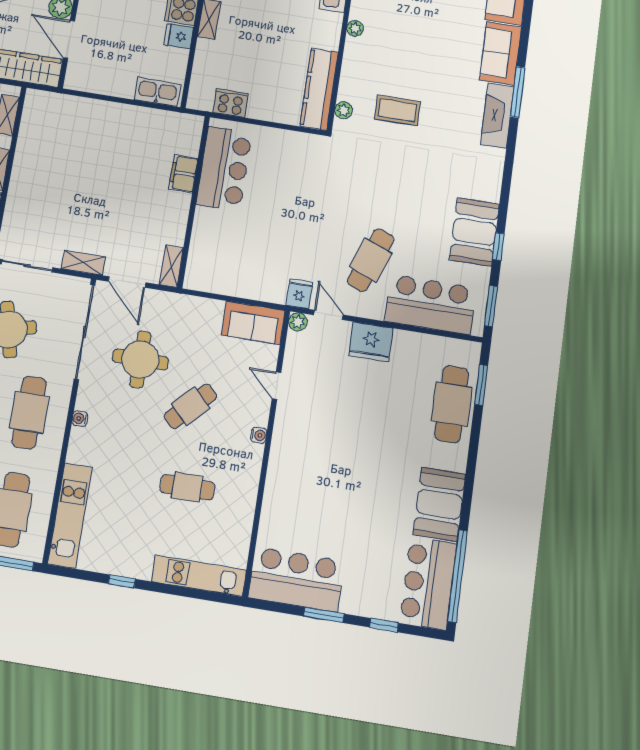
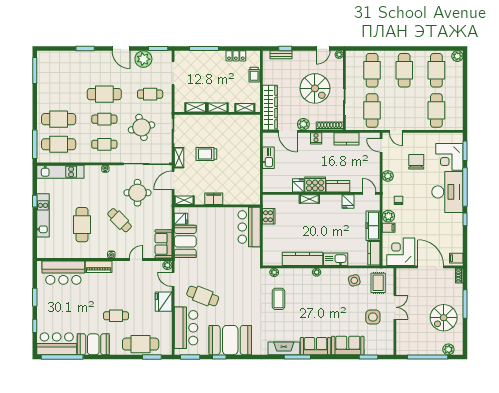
door: (69, 39) -> (288, 131), swing flipped
kitchen counter: (319, 89) -> (303, 259), moved
kitchen sink: (157, 92) -> (268, 158), moved
bar counter: (224, 169) -> (249, 227), moved, turned 90
filing cabinet: (183, 174) -> (214, 199), moved
trolley: (86, 206) -> (206, 154), added
booth: (474, 232) -> (230, 340), width x1.36, depth x1.42
booth: (255, 278) -> (185, 241), added
fridge: (299, 294) -> (181, 219), moved
door: (328, 315) -> (173, 279), swing flipped
cafe table: (29, 412) -> (104, 144), width x0.73, depth x0.74
cafe table: (386, 446) -> (116, 316), added
piano: (280, 466) -> (99, 267), added
cafe table: (187, 487) -> (82, 225), width x1.37, depth x1.35
kitchen unit: (199, 576) -> (43, 215), moved
bar counter: (296, 579) -> (63, 273), moved, turned 90

